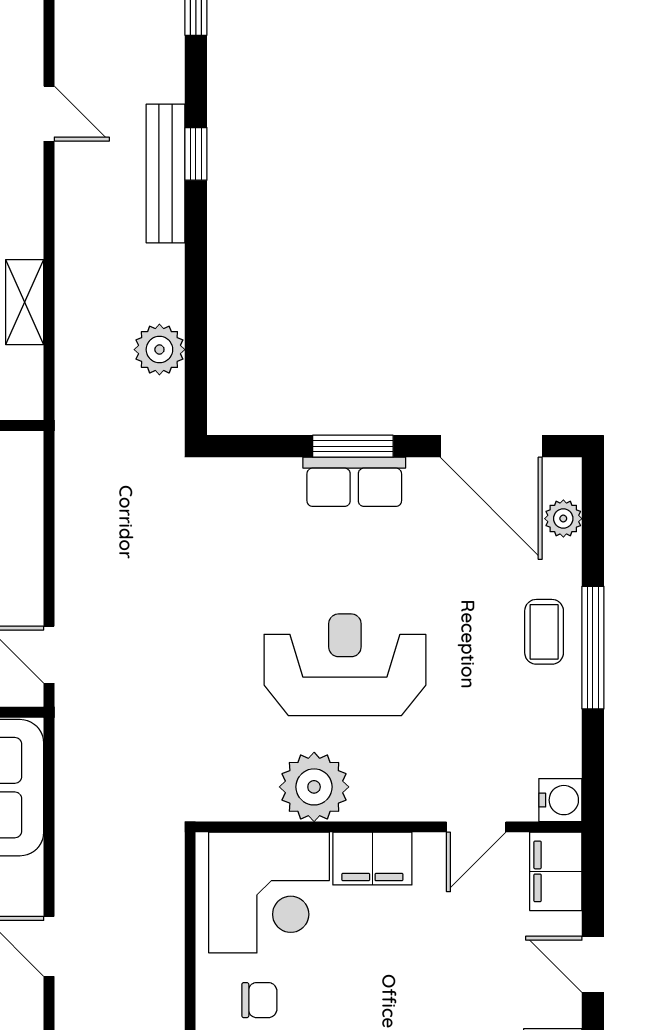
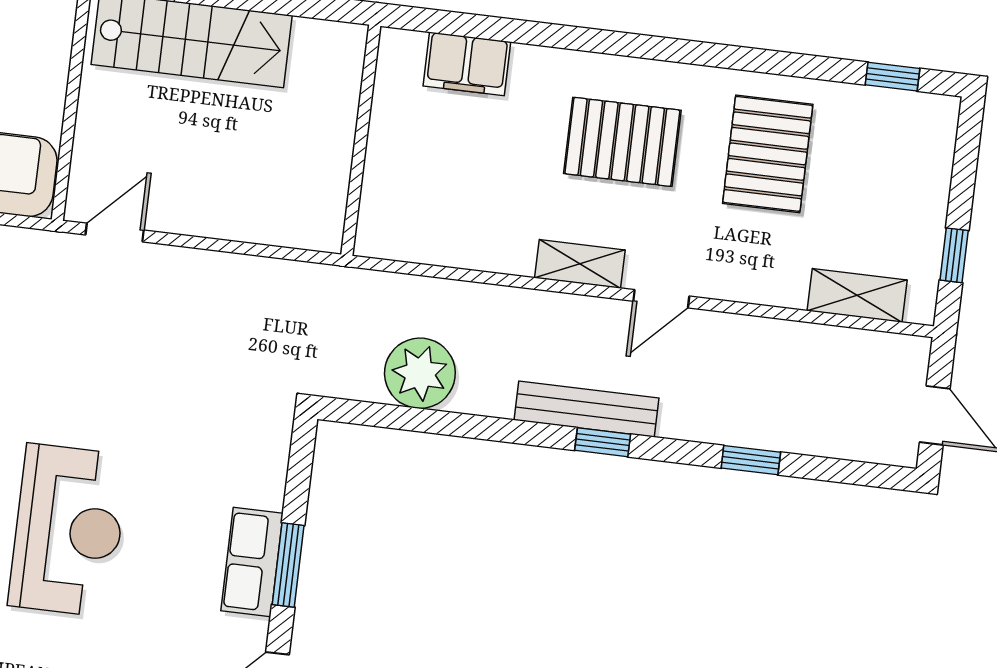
shelving: (25, 302) -> (580, 264), moved
plant: (159, 350) -> (420, 373), width x1.36, depth x1.36

